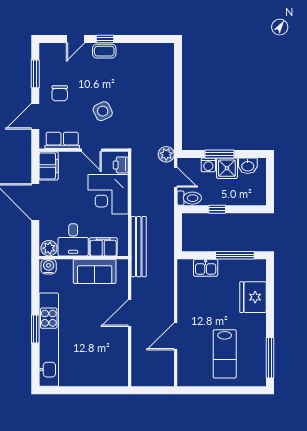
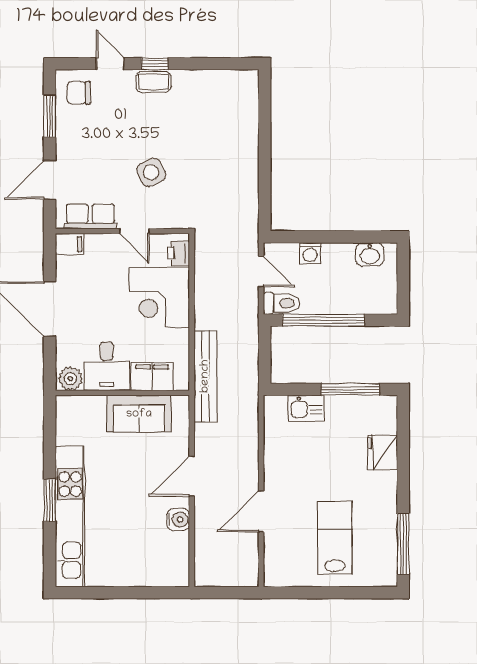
door: (75, 39) -> (110, 64), swing flipped
chair: (60, 93) -> (79, 93), moved, turned 90
plant: (166, 154) -> (247, 237), removed
window: (219, 154) -> (327, 237), removed
filing cabinet: (49, 166) -> (70, 244), width x0.50
shower: (227, 168) -> (338, 258), removed
window: (217, 209) -> (323, 320), width x3.17
water cooler: (49, 267) -> (178, 520), moved, turned 90
fridge: (253, 297) -> (383, 452), width x0.73, depth x0.75
lab bench: (225, 354) -> (335, 538), turned 180

